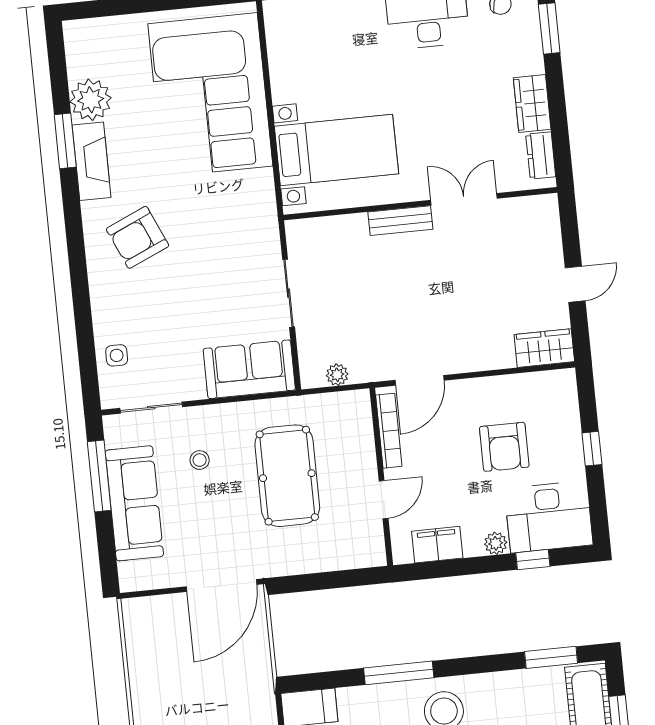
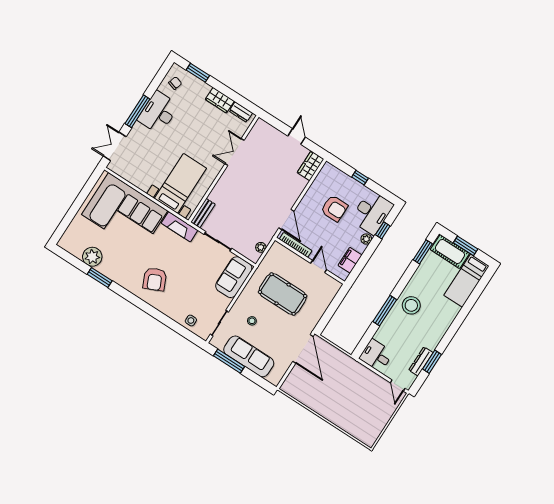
fireplace: (92, 161) -> (180, 227), moved, turned 180
bench: (400, 221) -> (203, 213), moved

